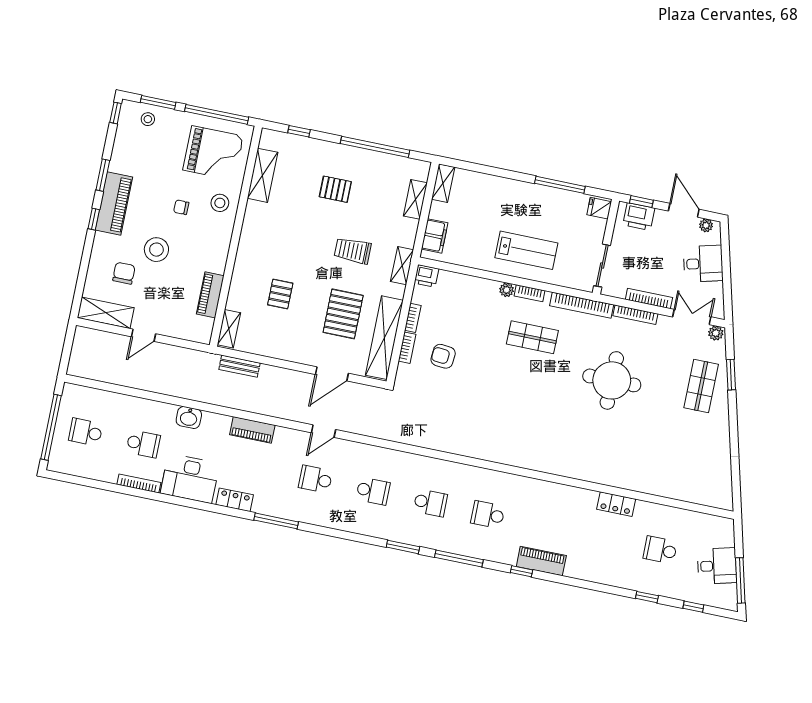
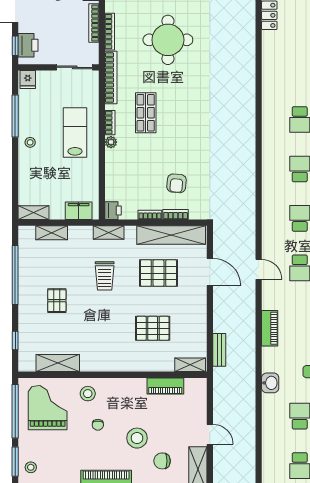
stool: (526, 196) -> (30, 142), added
pallet: (280, 294) -> (153, 328), width x1.50, depth x1.42

